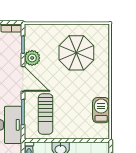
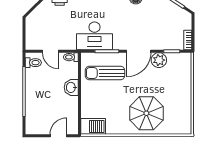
parasol: (76, 53) -> (146, 113), moved
barbecue: (101, 110) -> (93, 126), moved

